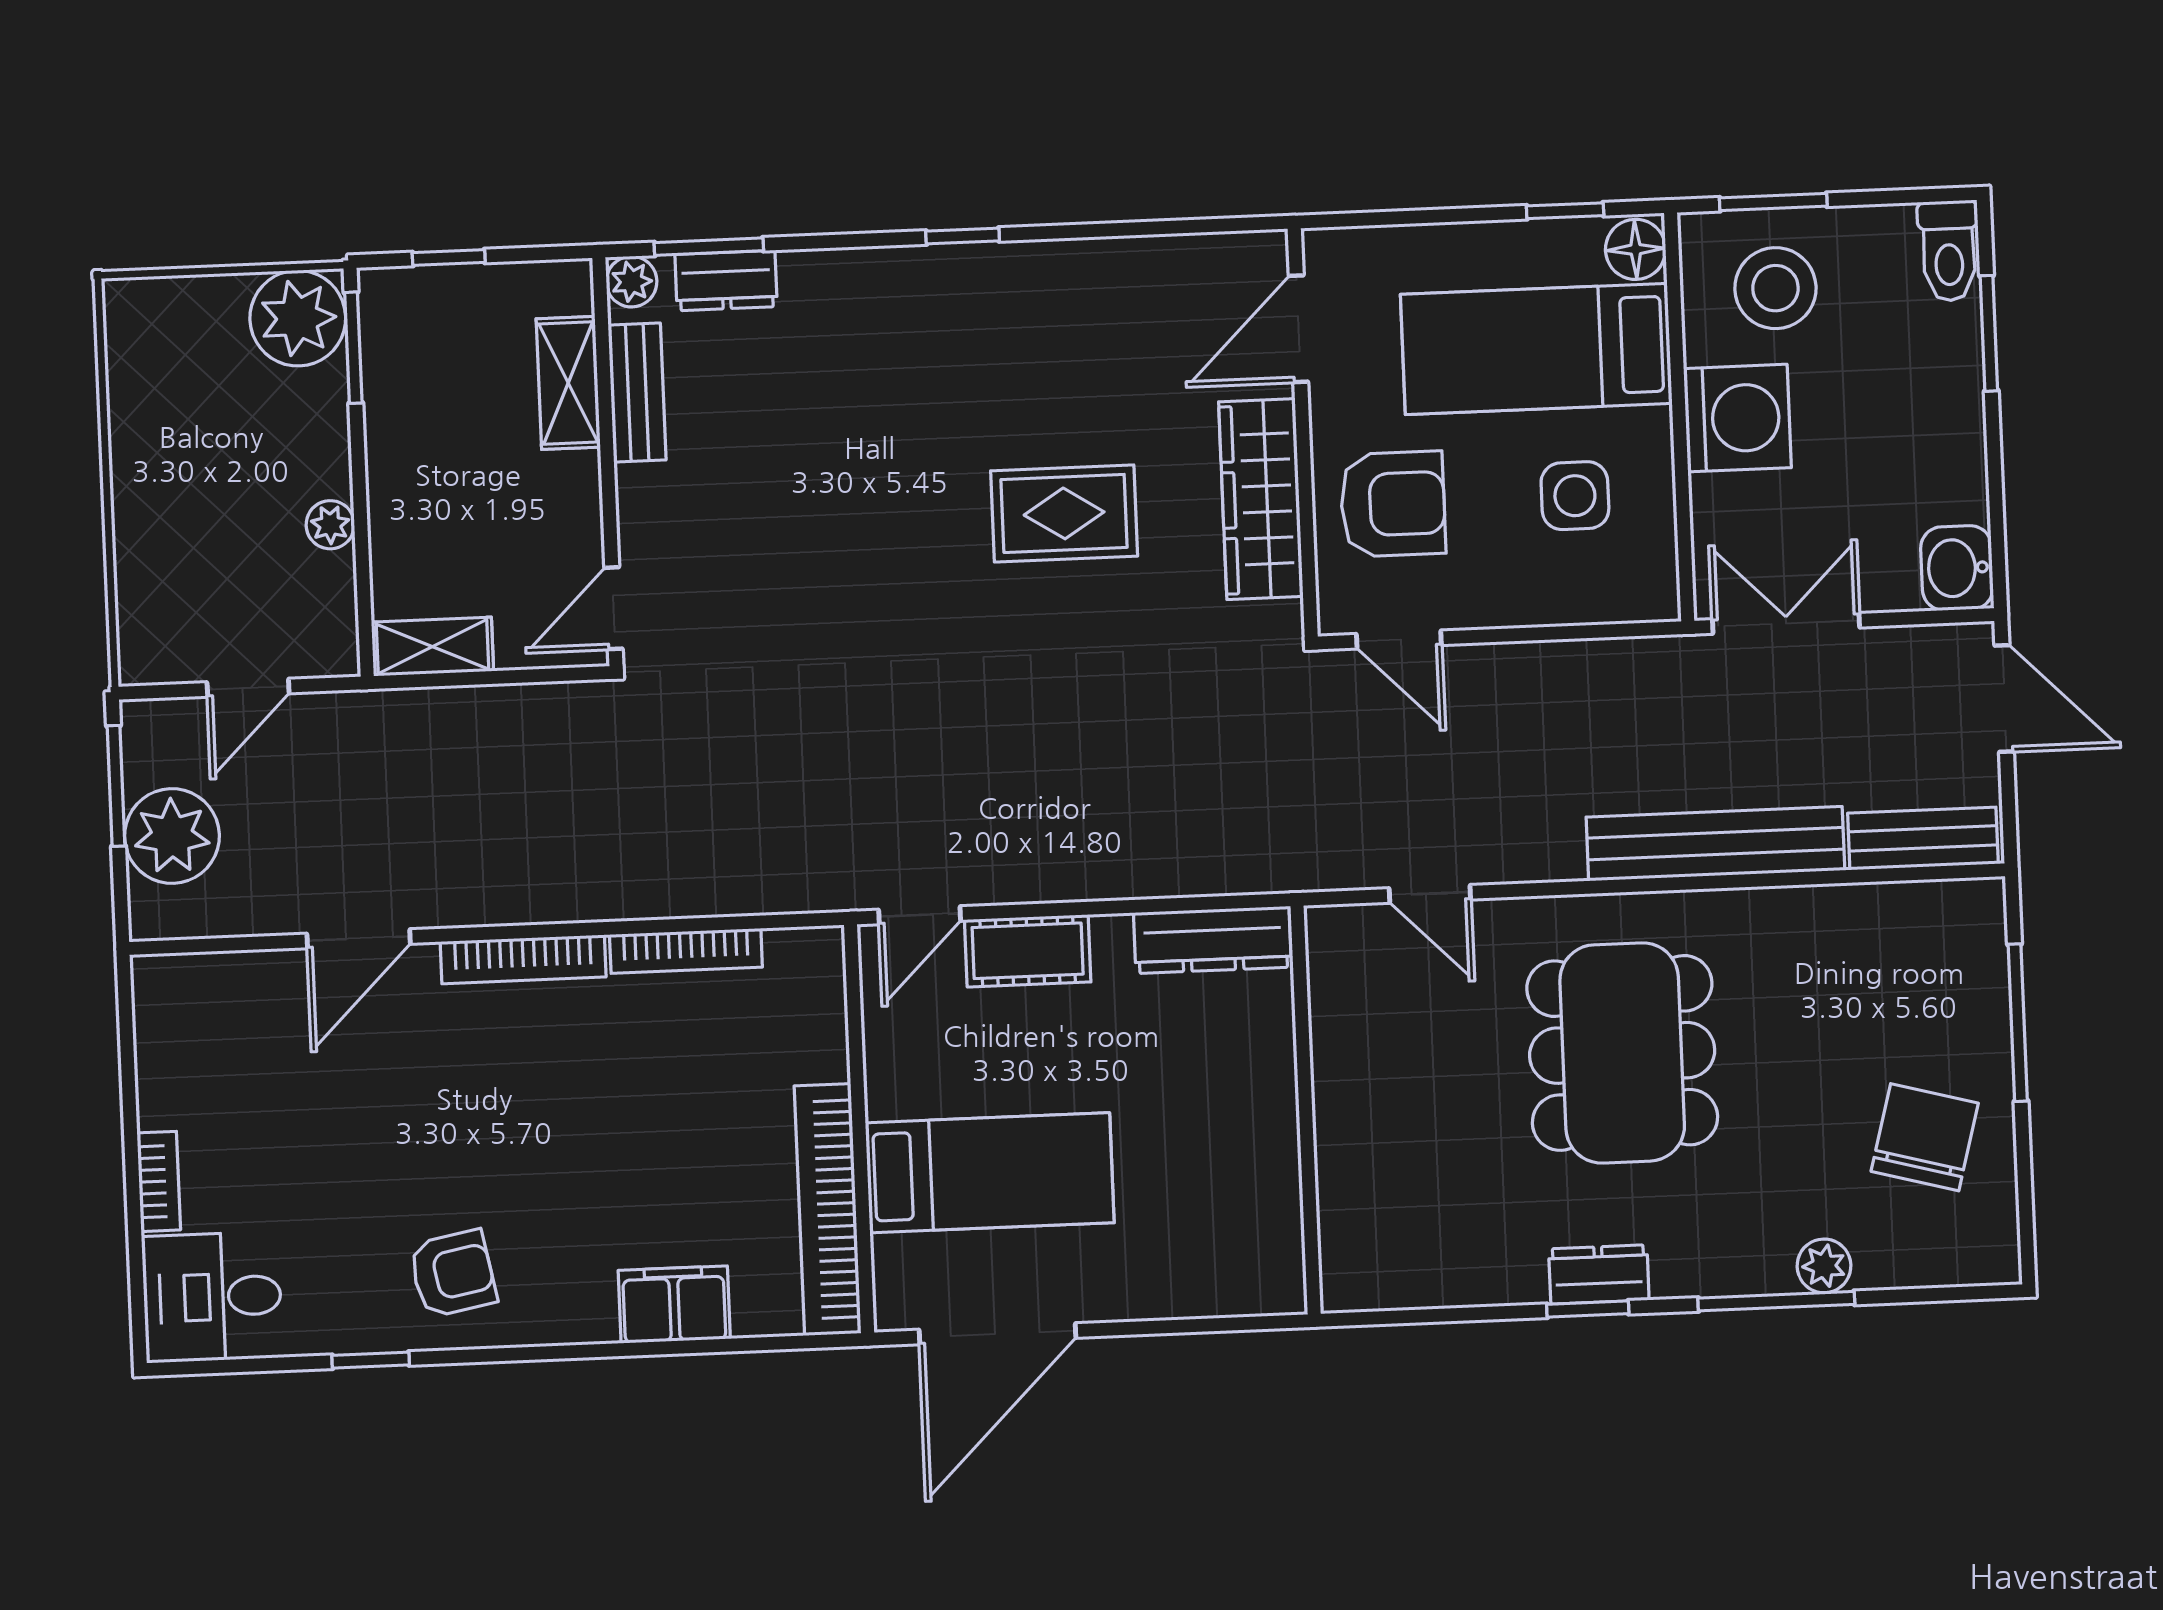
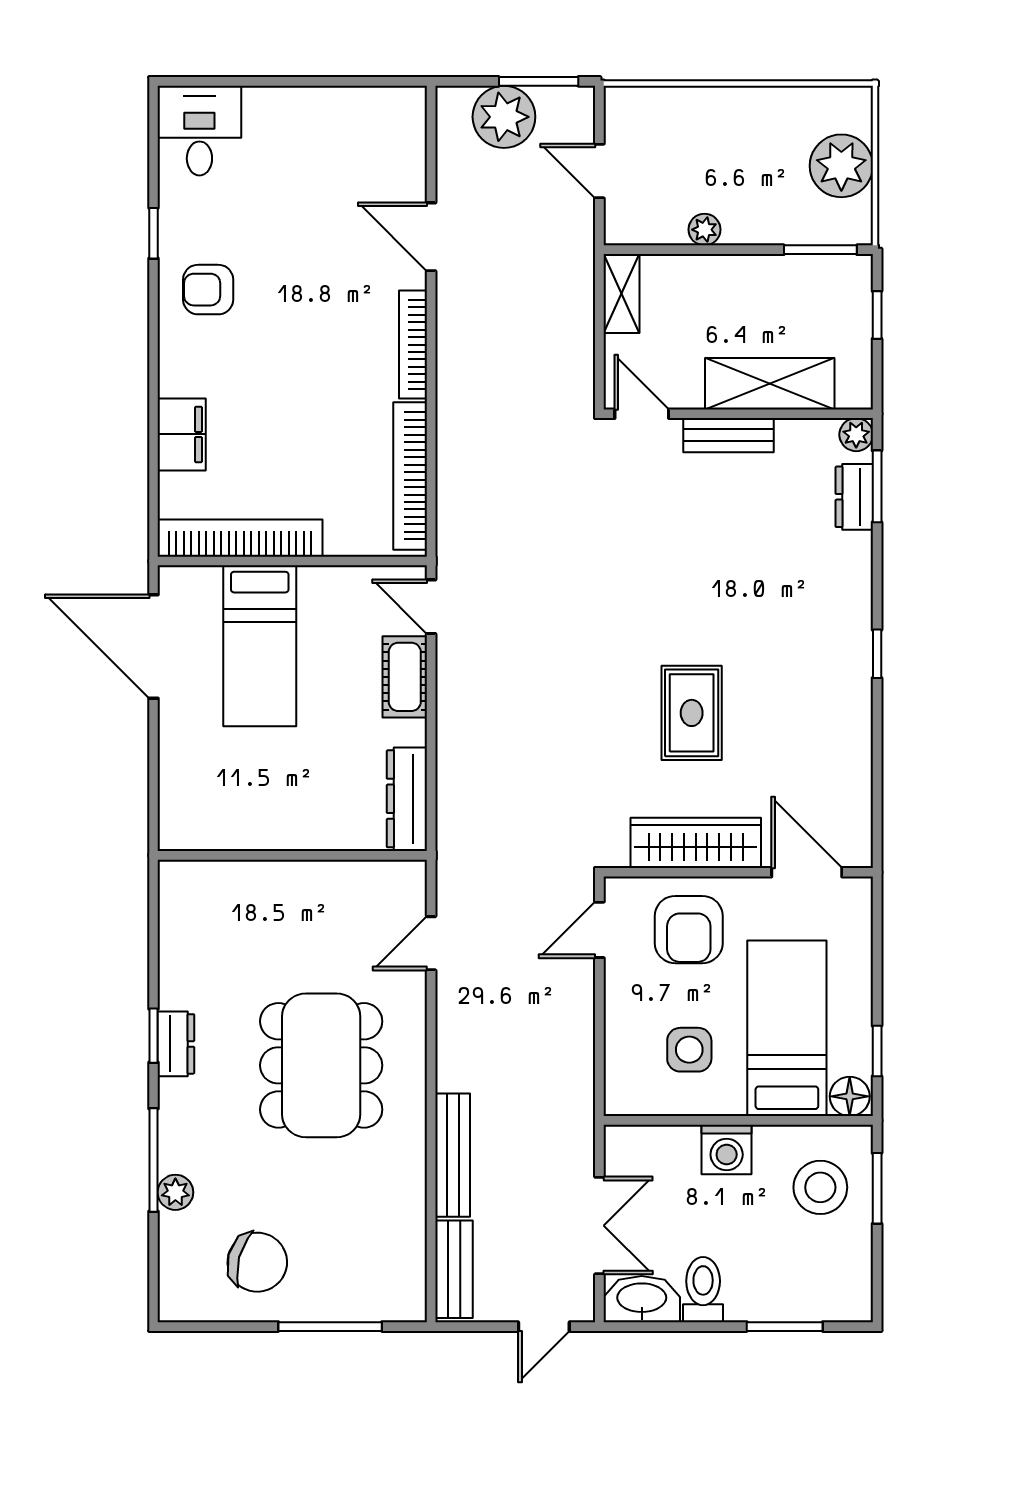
toilet: (1949, 251) -> (703, 1290), moved, turned 90
plant: (298, 318) -> (841, 166), moved
shelving: (568, 383) -> (770, 384), width x1.50, depth x1.33
bench: (637, 393) -> (729, 435), moved
washing machine: (1737, 418) -> (727, 1150), width x0.73, depth x0.73
washbasin: (1957, 568) -> (642, 1299), width x1.38
double door: (1786, 623) -> (599, 1226), moved
door: (2004, 699) -> (544, 1327), width x0.73
bench: (1715, 844) -> (453, 1155), width x0.73, depth x0.82
bookcase: (686, 951) -> (410, 476), width x1.48, depth x1.31
dining table: (1622, 1053) -> (321, 1065), turned 90
bookcase: (159, 1181) -> (277, 99), removed
armchair: (453, 1274) -> (208, 290), turned 101

